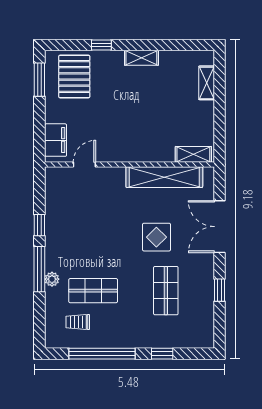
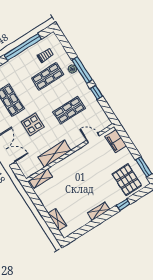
door: (84, 165) -> (93, 138), swing flipped
shelving: (164, 177) -> (54, 154), width x0.68
shop shelf: (93, 224) -> (69, 110), added

